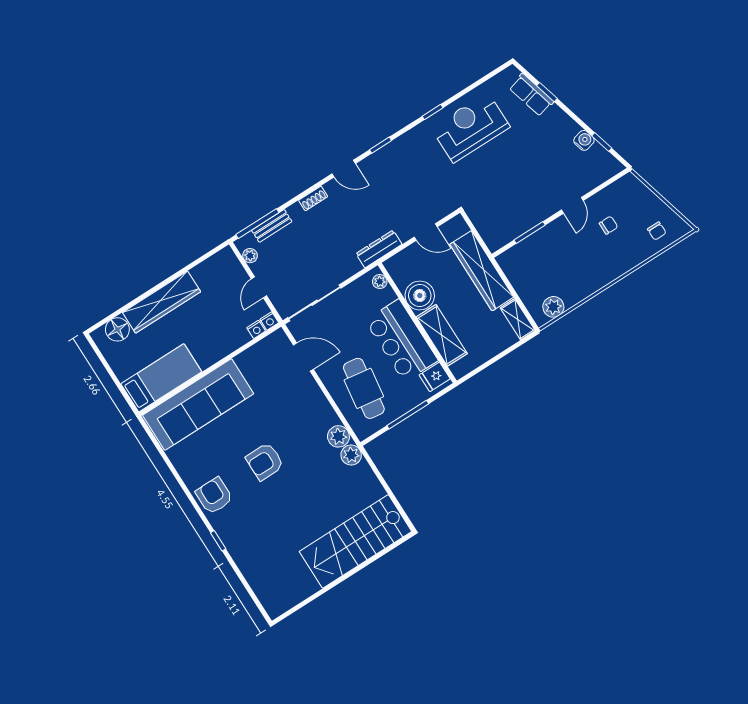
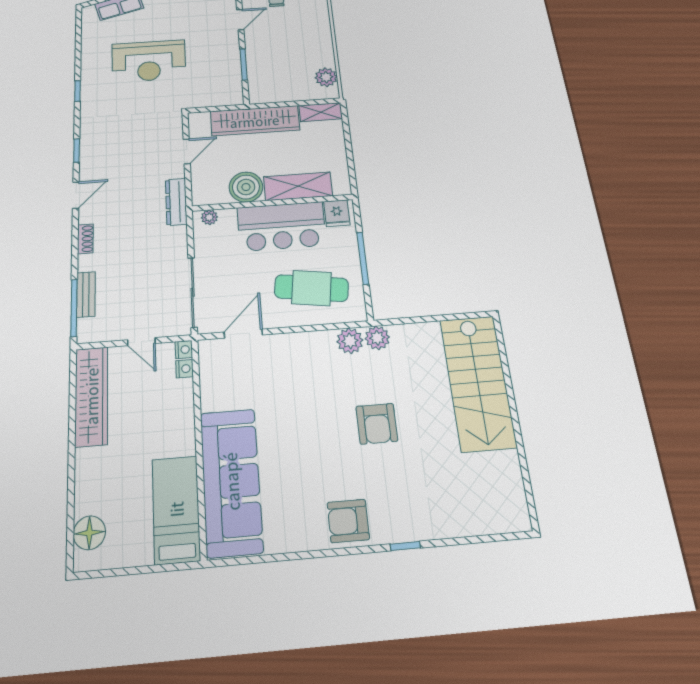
reception desk: (470, 127) -> (149, 61), moved, turned -90
door: (572, 205) -> (240, 20), hinge flipped
plant: (250, 256) -> (102, 333), removed
wardrobe: (162, 302) -> (91, 396), moved
armchair: (265, 462) -> (377, 424), moved

